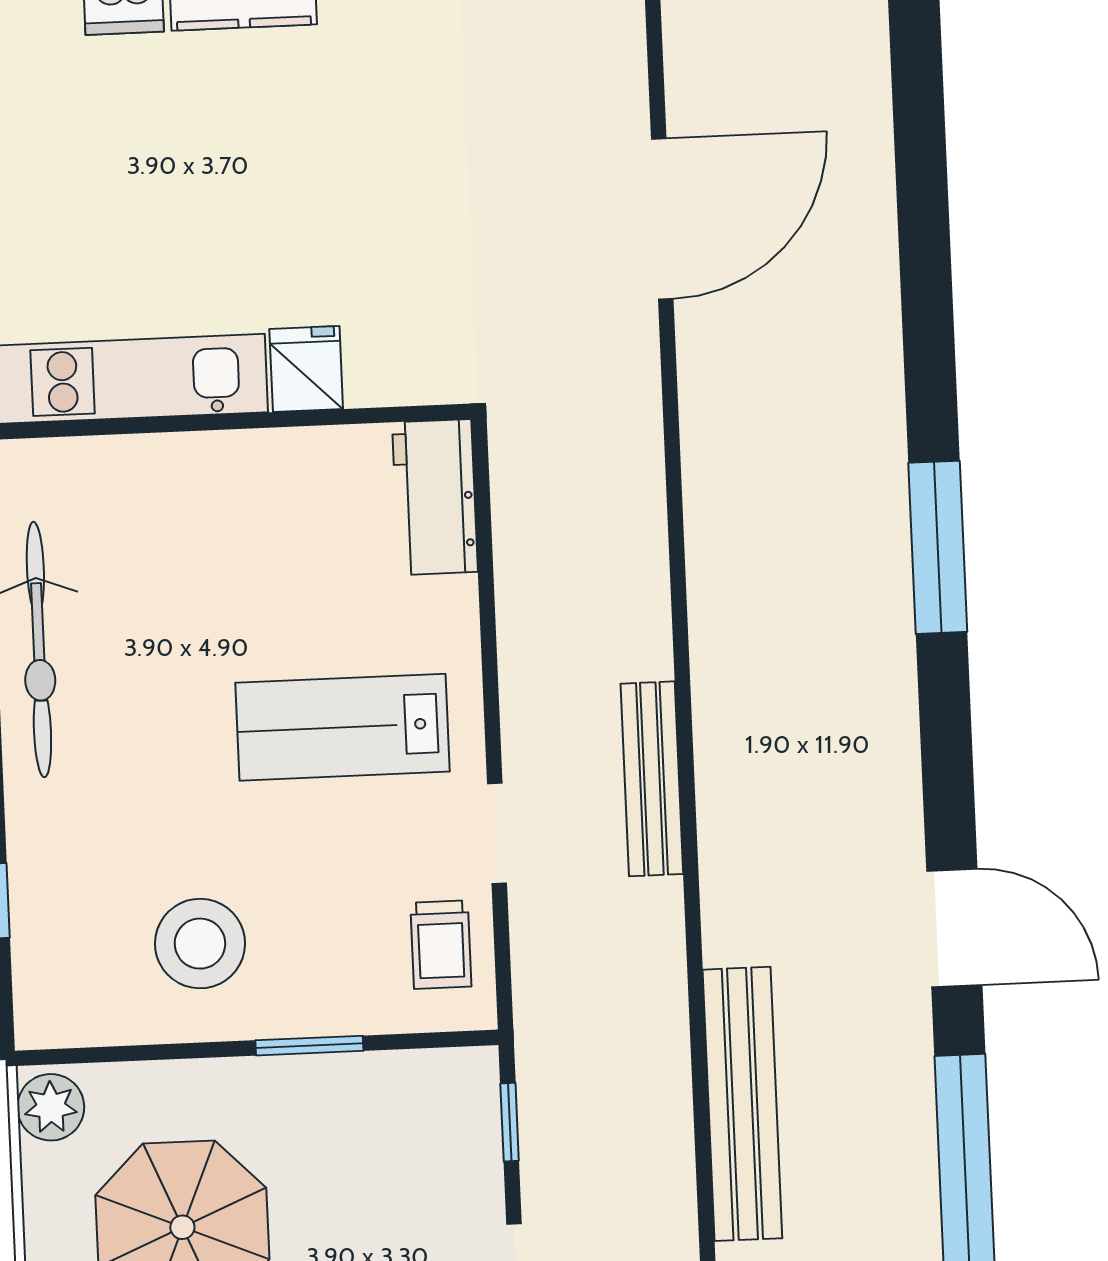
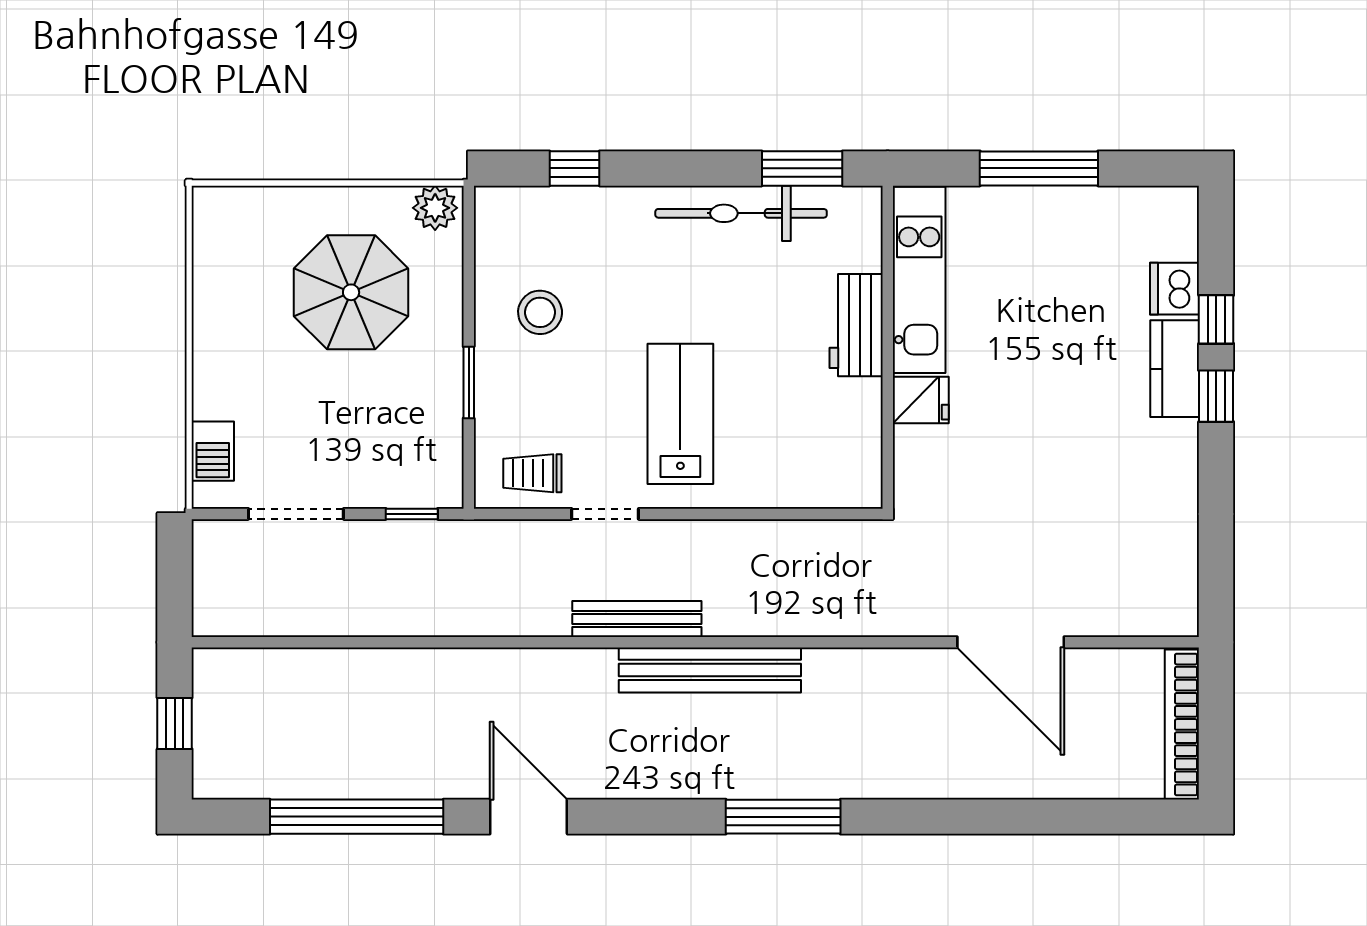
workbench: (435, 497) -> (856, 325), moved, turned -90
door: (954, 928) -> (529, 817), swing flipped
stool: (200, 944) -> (540, 312), width x0.73, depth x0.73
bench: (742, 1104) -> (710, 670), moved

